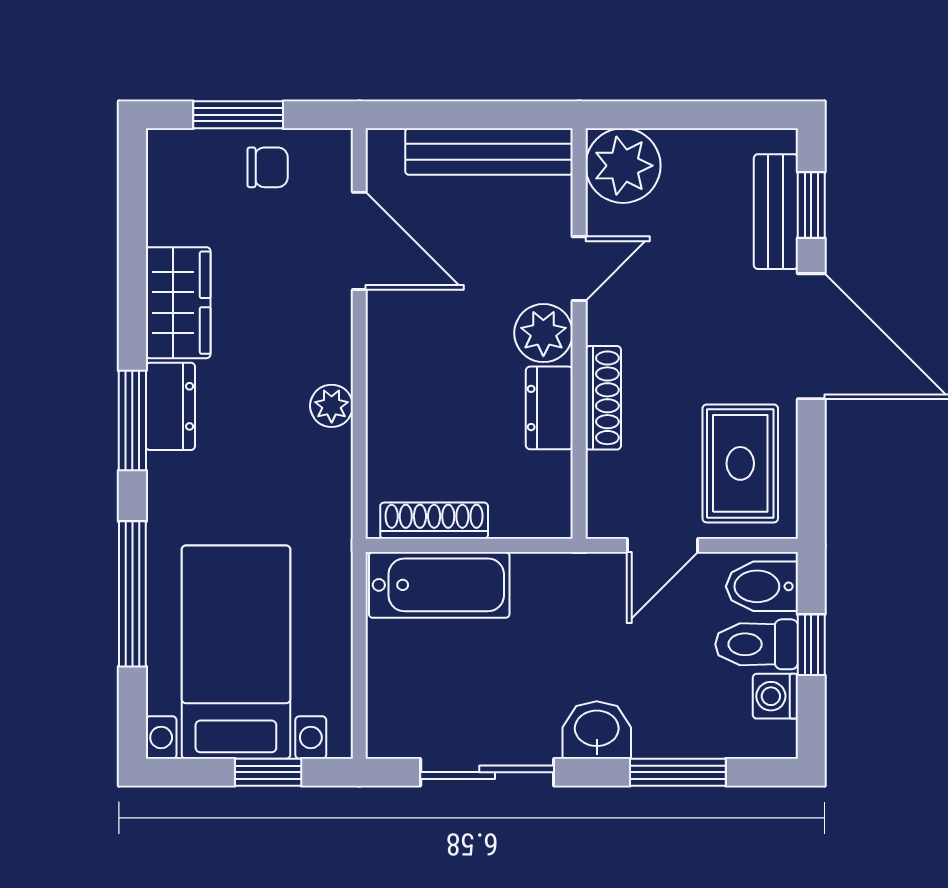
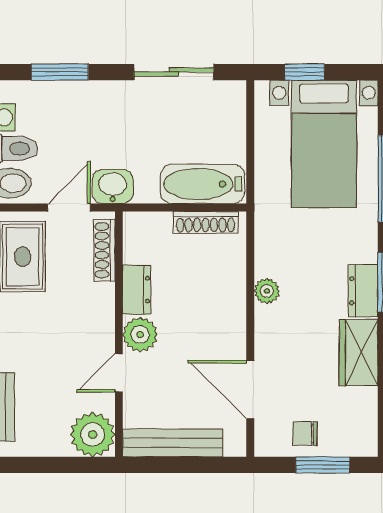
shoe rack: (603, 398) -> (104, 250), moved
washbasin: (597, 730) -> (113, 187), moved, turned 180

